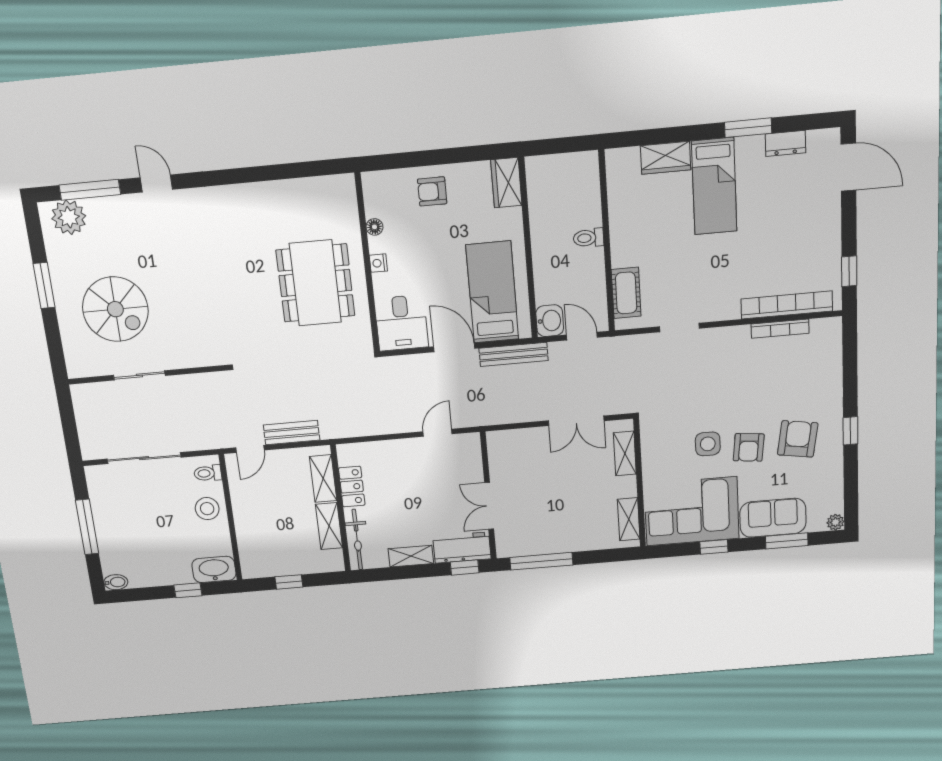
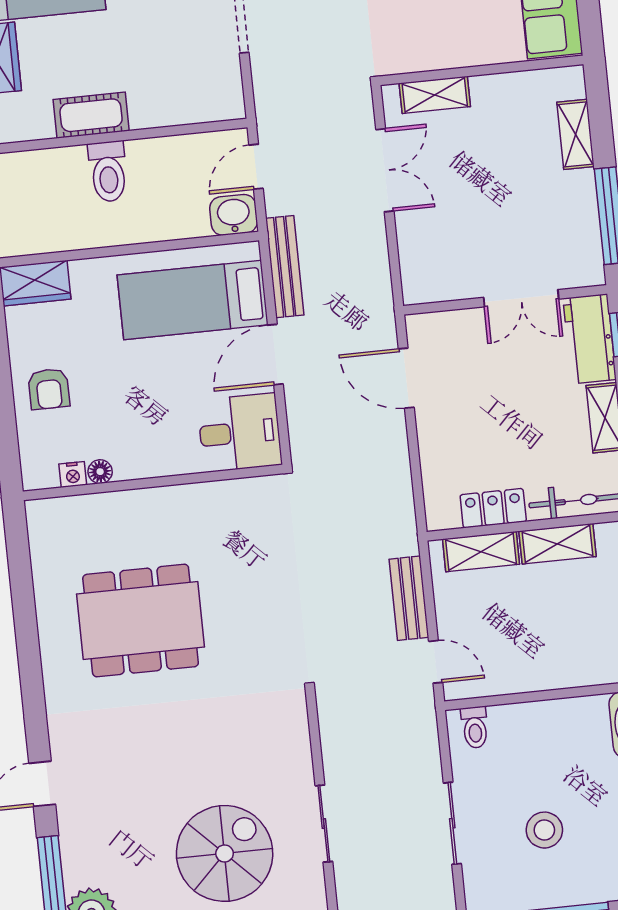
toilet: (589, 238) -> (108, 172), width x1.37, depth x1.39
nightstand: (378, 263) -> (73, 475), moved
dining table: (315, 283) -> (141, 621), moved
cot: (626, 293) -> (91, 115), moved
door: (437, 433) -> (406, 378), width x1.38
sliding door: (144, 458) -> (452, 823), width x0.73
stool: (207, 509) -> (544, 830), moved
shelving: (629, 519) -> (576, 134), moved, turned 90

